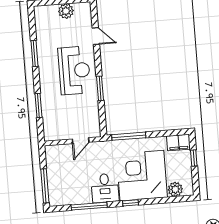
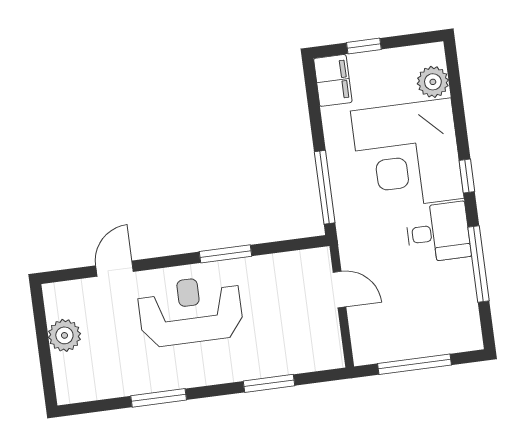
window: (45, 186) -> (415, 364), moved

